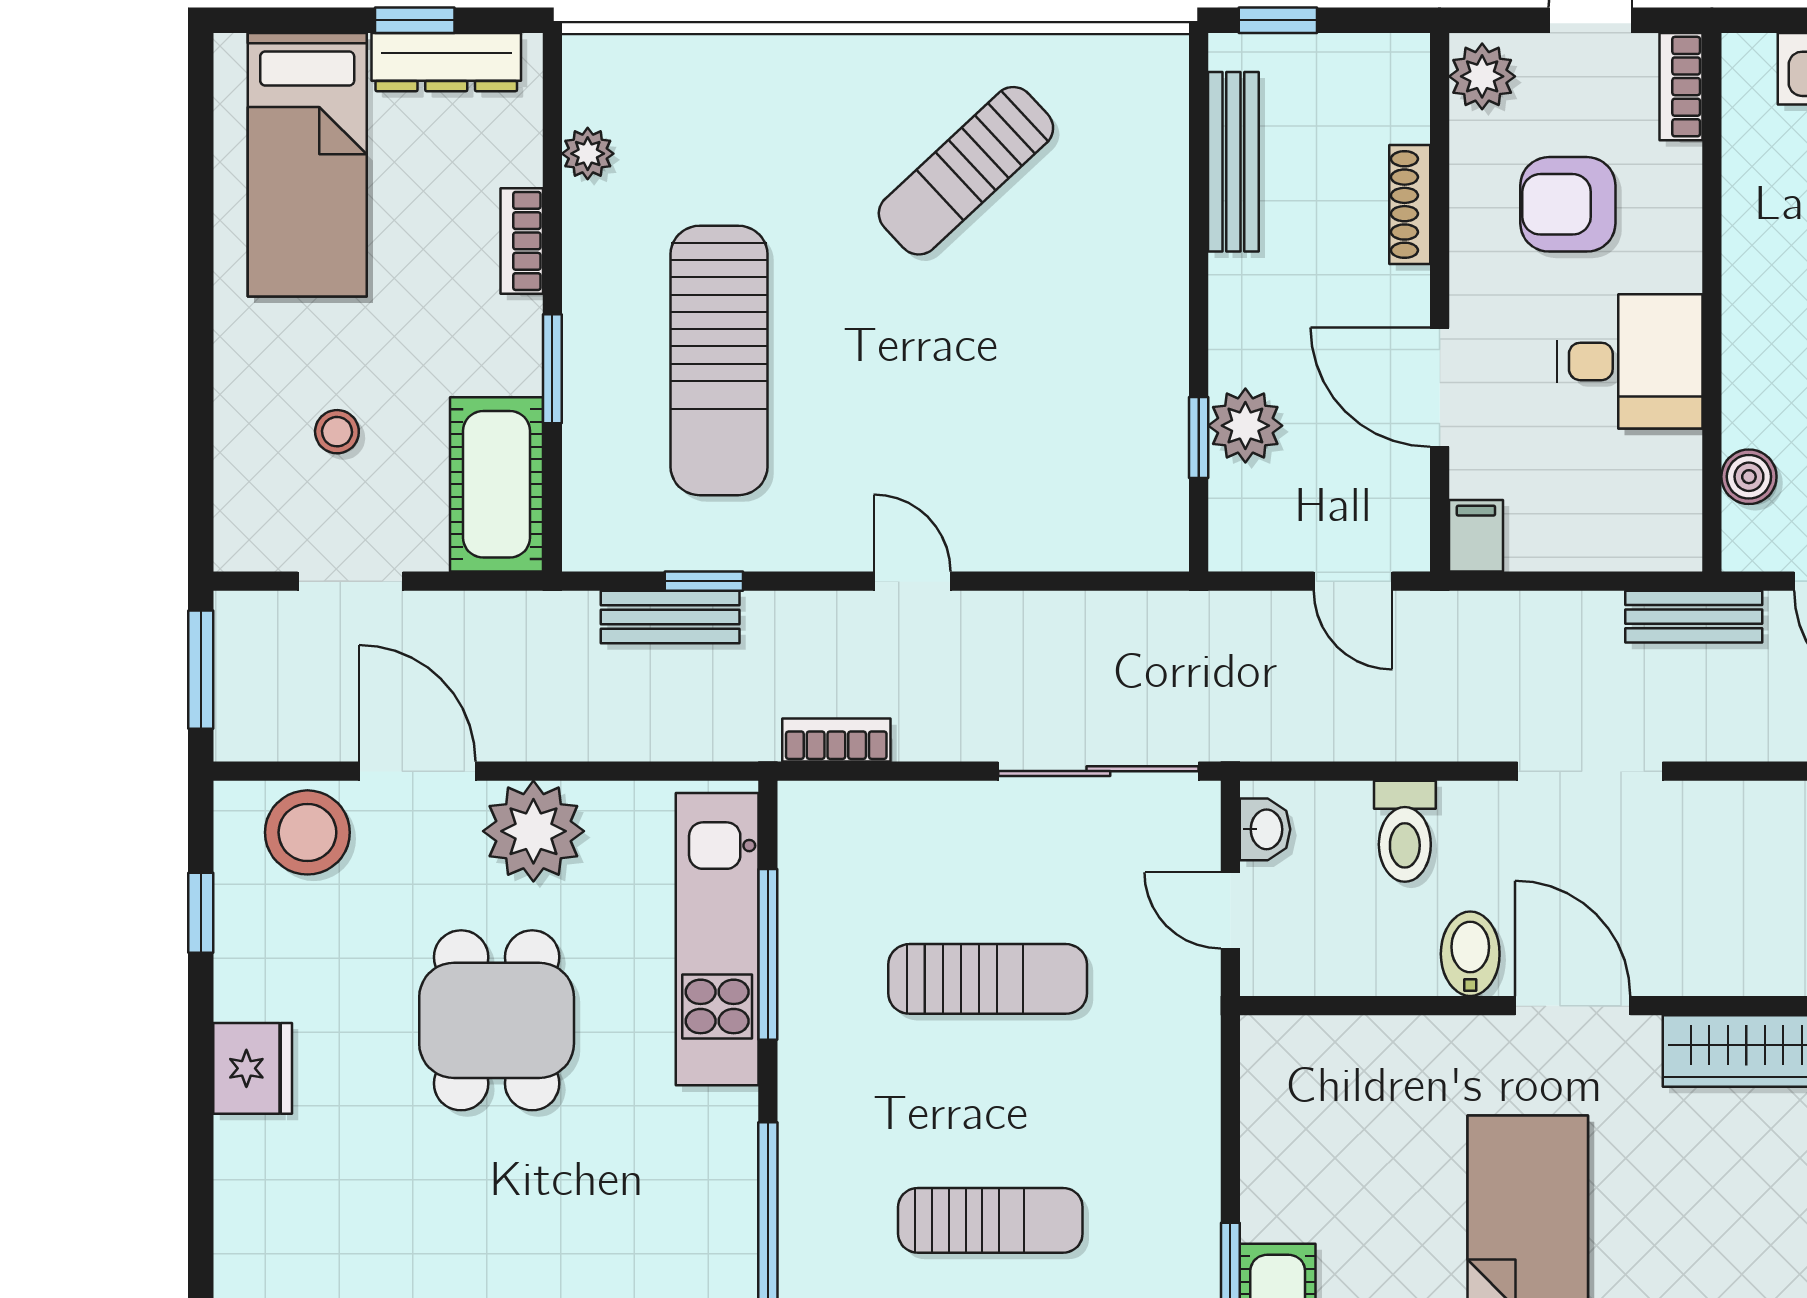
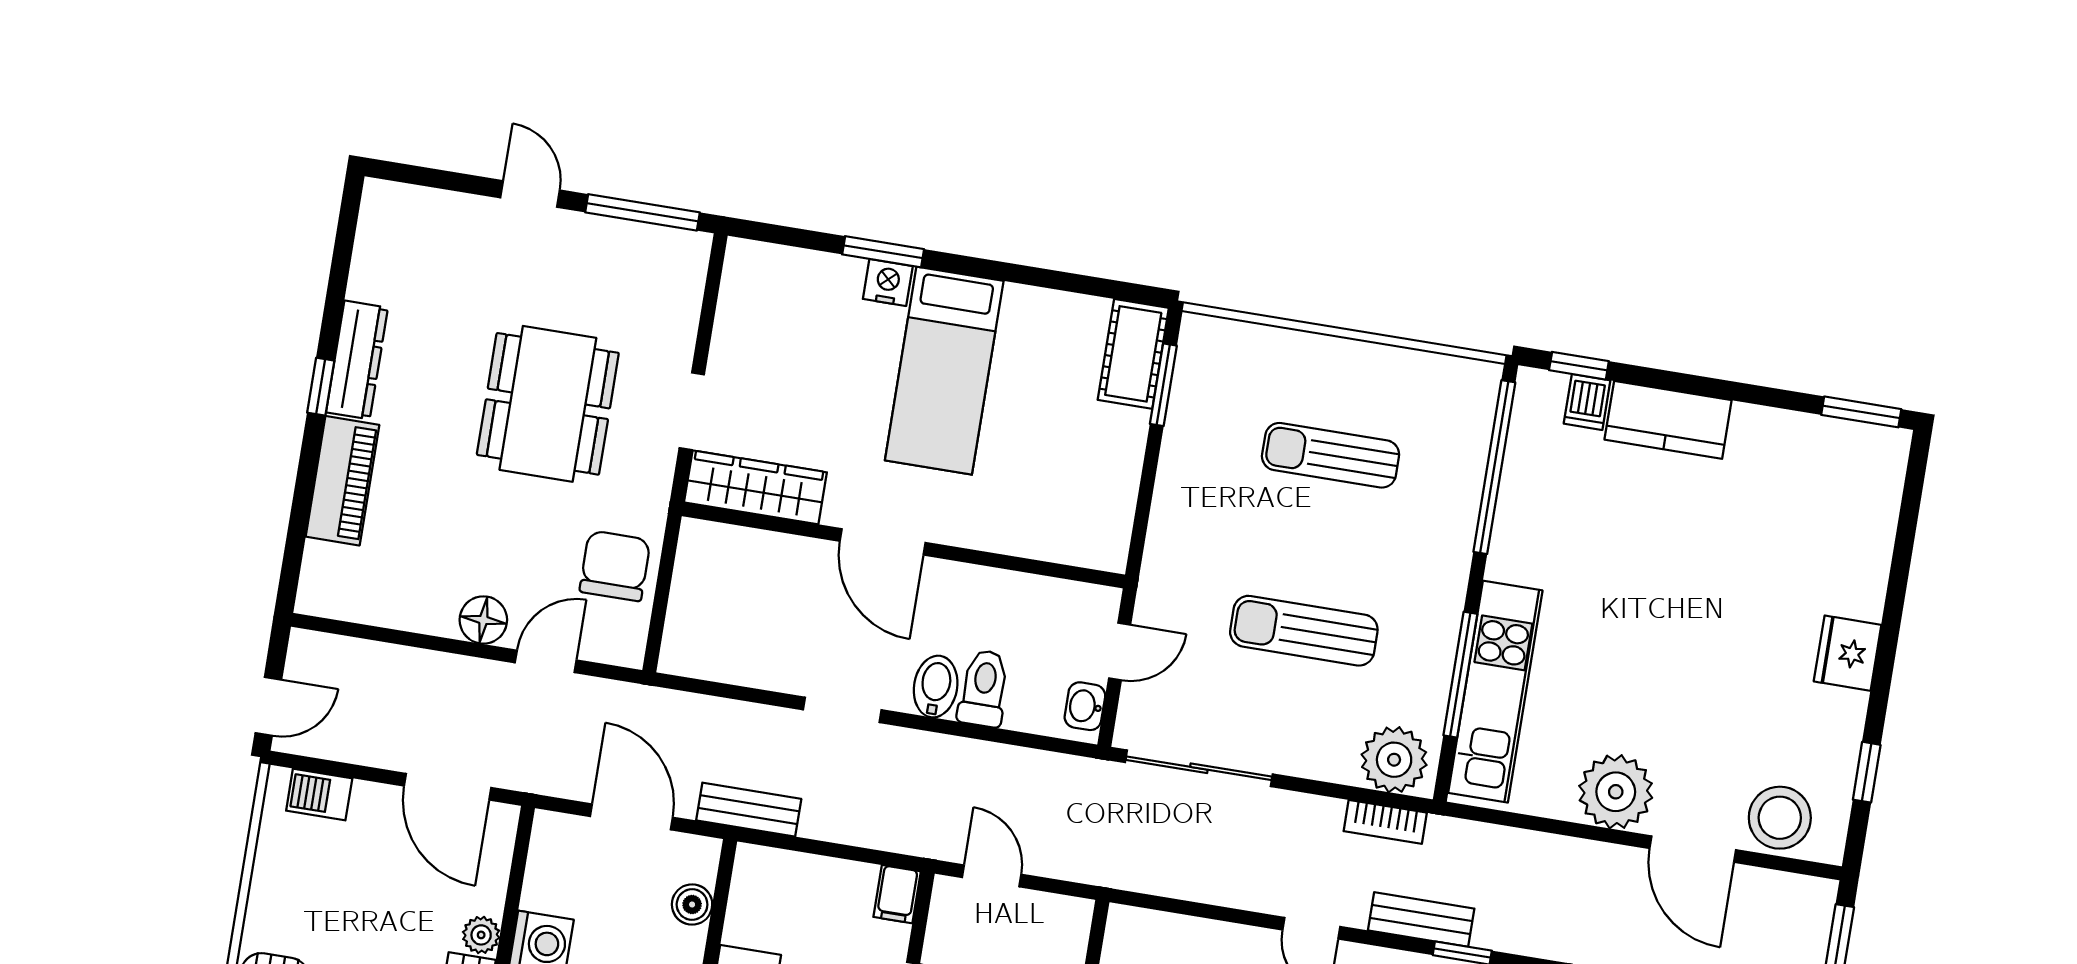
bench: (670, 617) -> (1421, 919), moved
doorway: (1590, 771) -> (842, 710), width x0.73
plant: (838, 826) -> (1394, 760), added
door: (1230, 910) -> (1120, 652), hinge flipped
bidet: (1470, 954) -> (936, 687), moved, turned 180
dining table: (497, 1020) -> (1665, 659), removed

